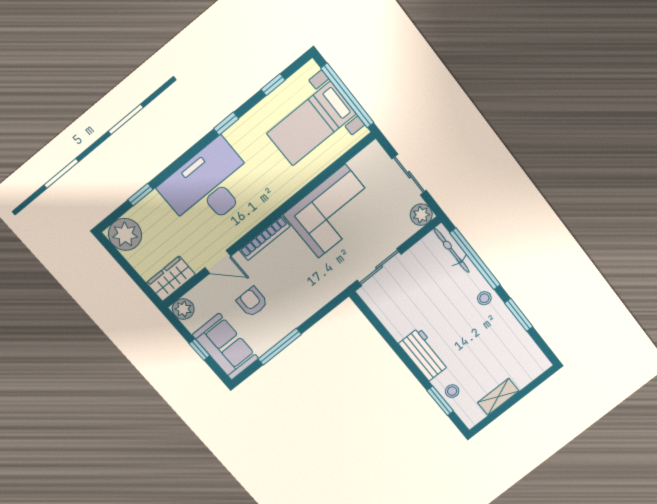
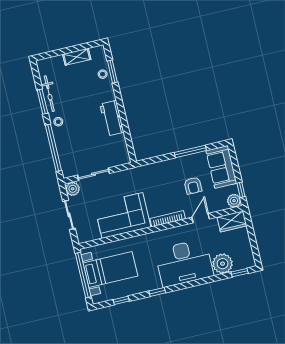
window: (140, 195) -> (240, 273), moved
plant: (125, 234) -> (223, 264), moved
bicycle: (452, 250) -> (49, 94), moved
door: (218, 262) -> (201, 218), hinge flipped
sliding door: (379, 267) -> (94, 174), moved
window: (199, 350) -> (241, 190), moved
workbench: (424, 354) -> (112, 118), moved

